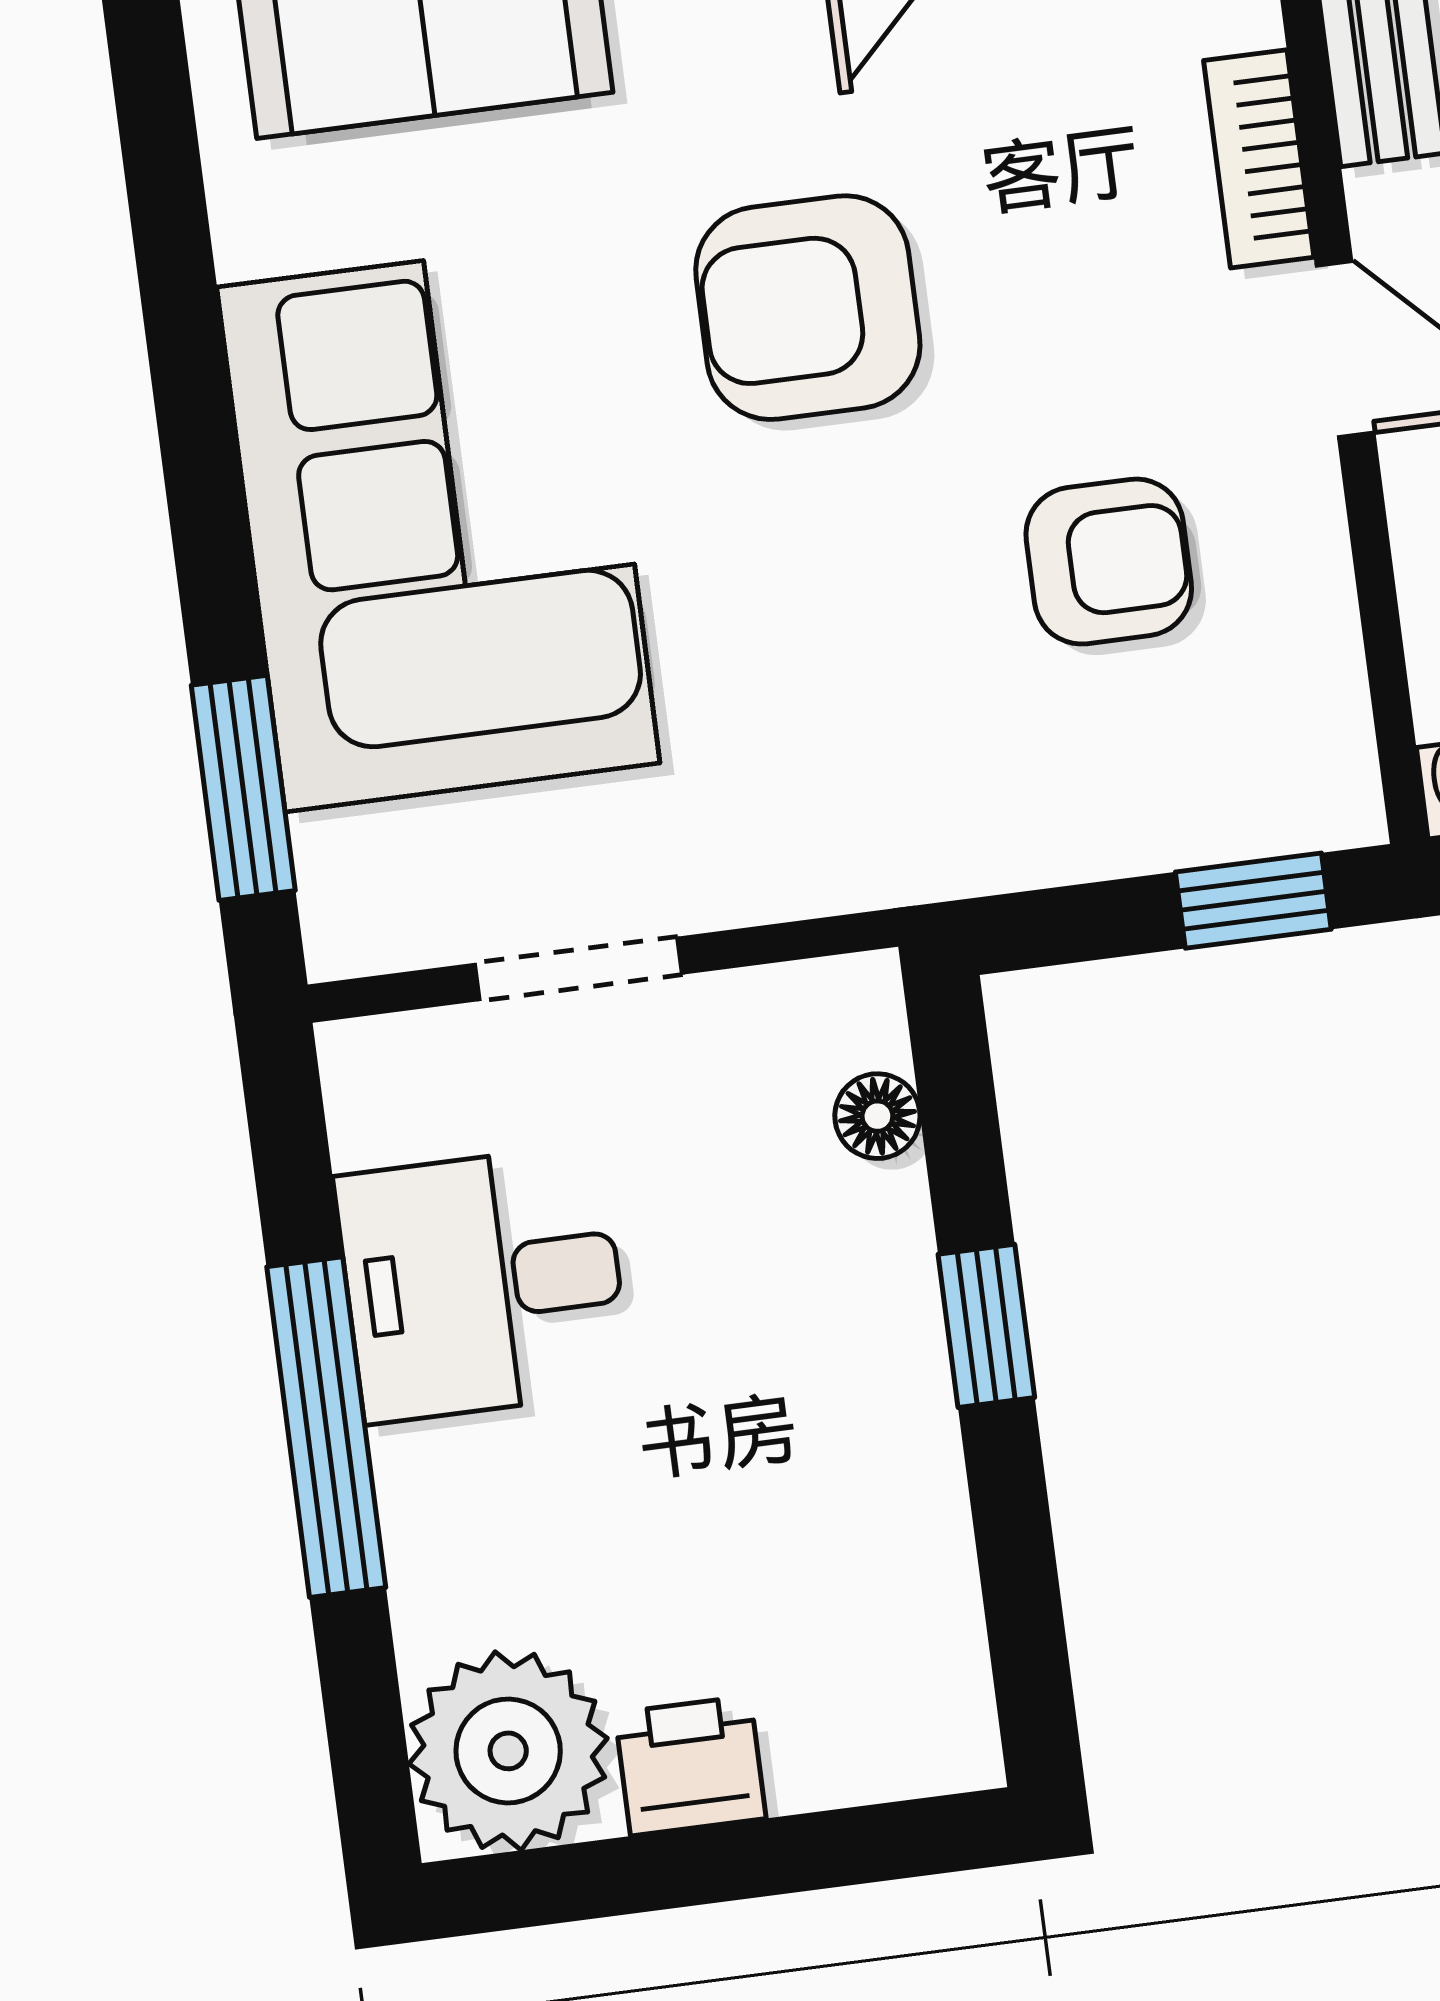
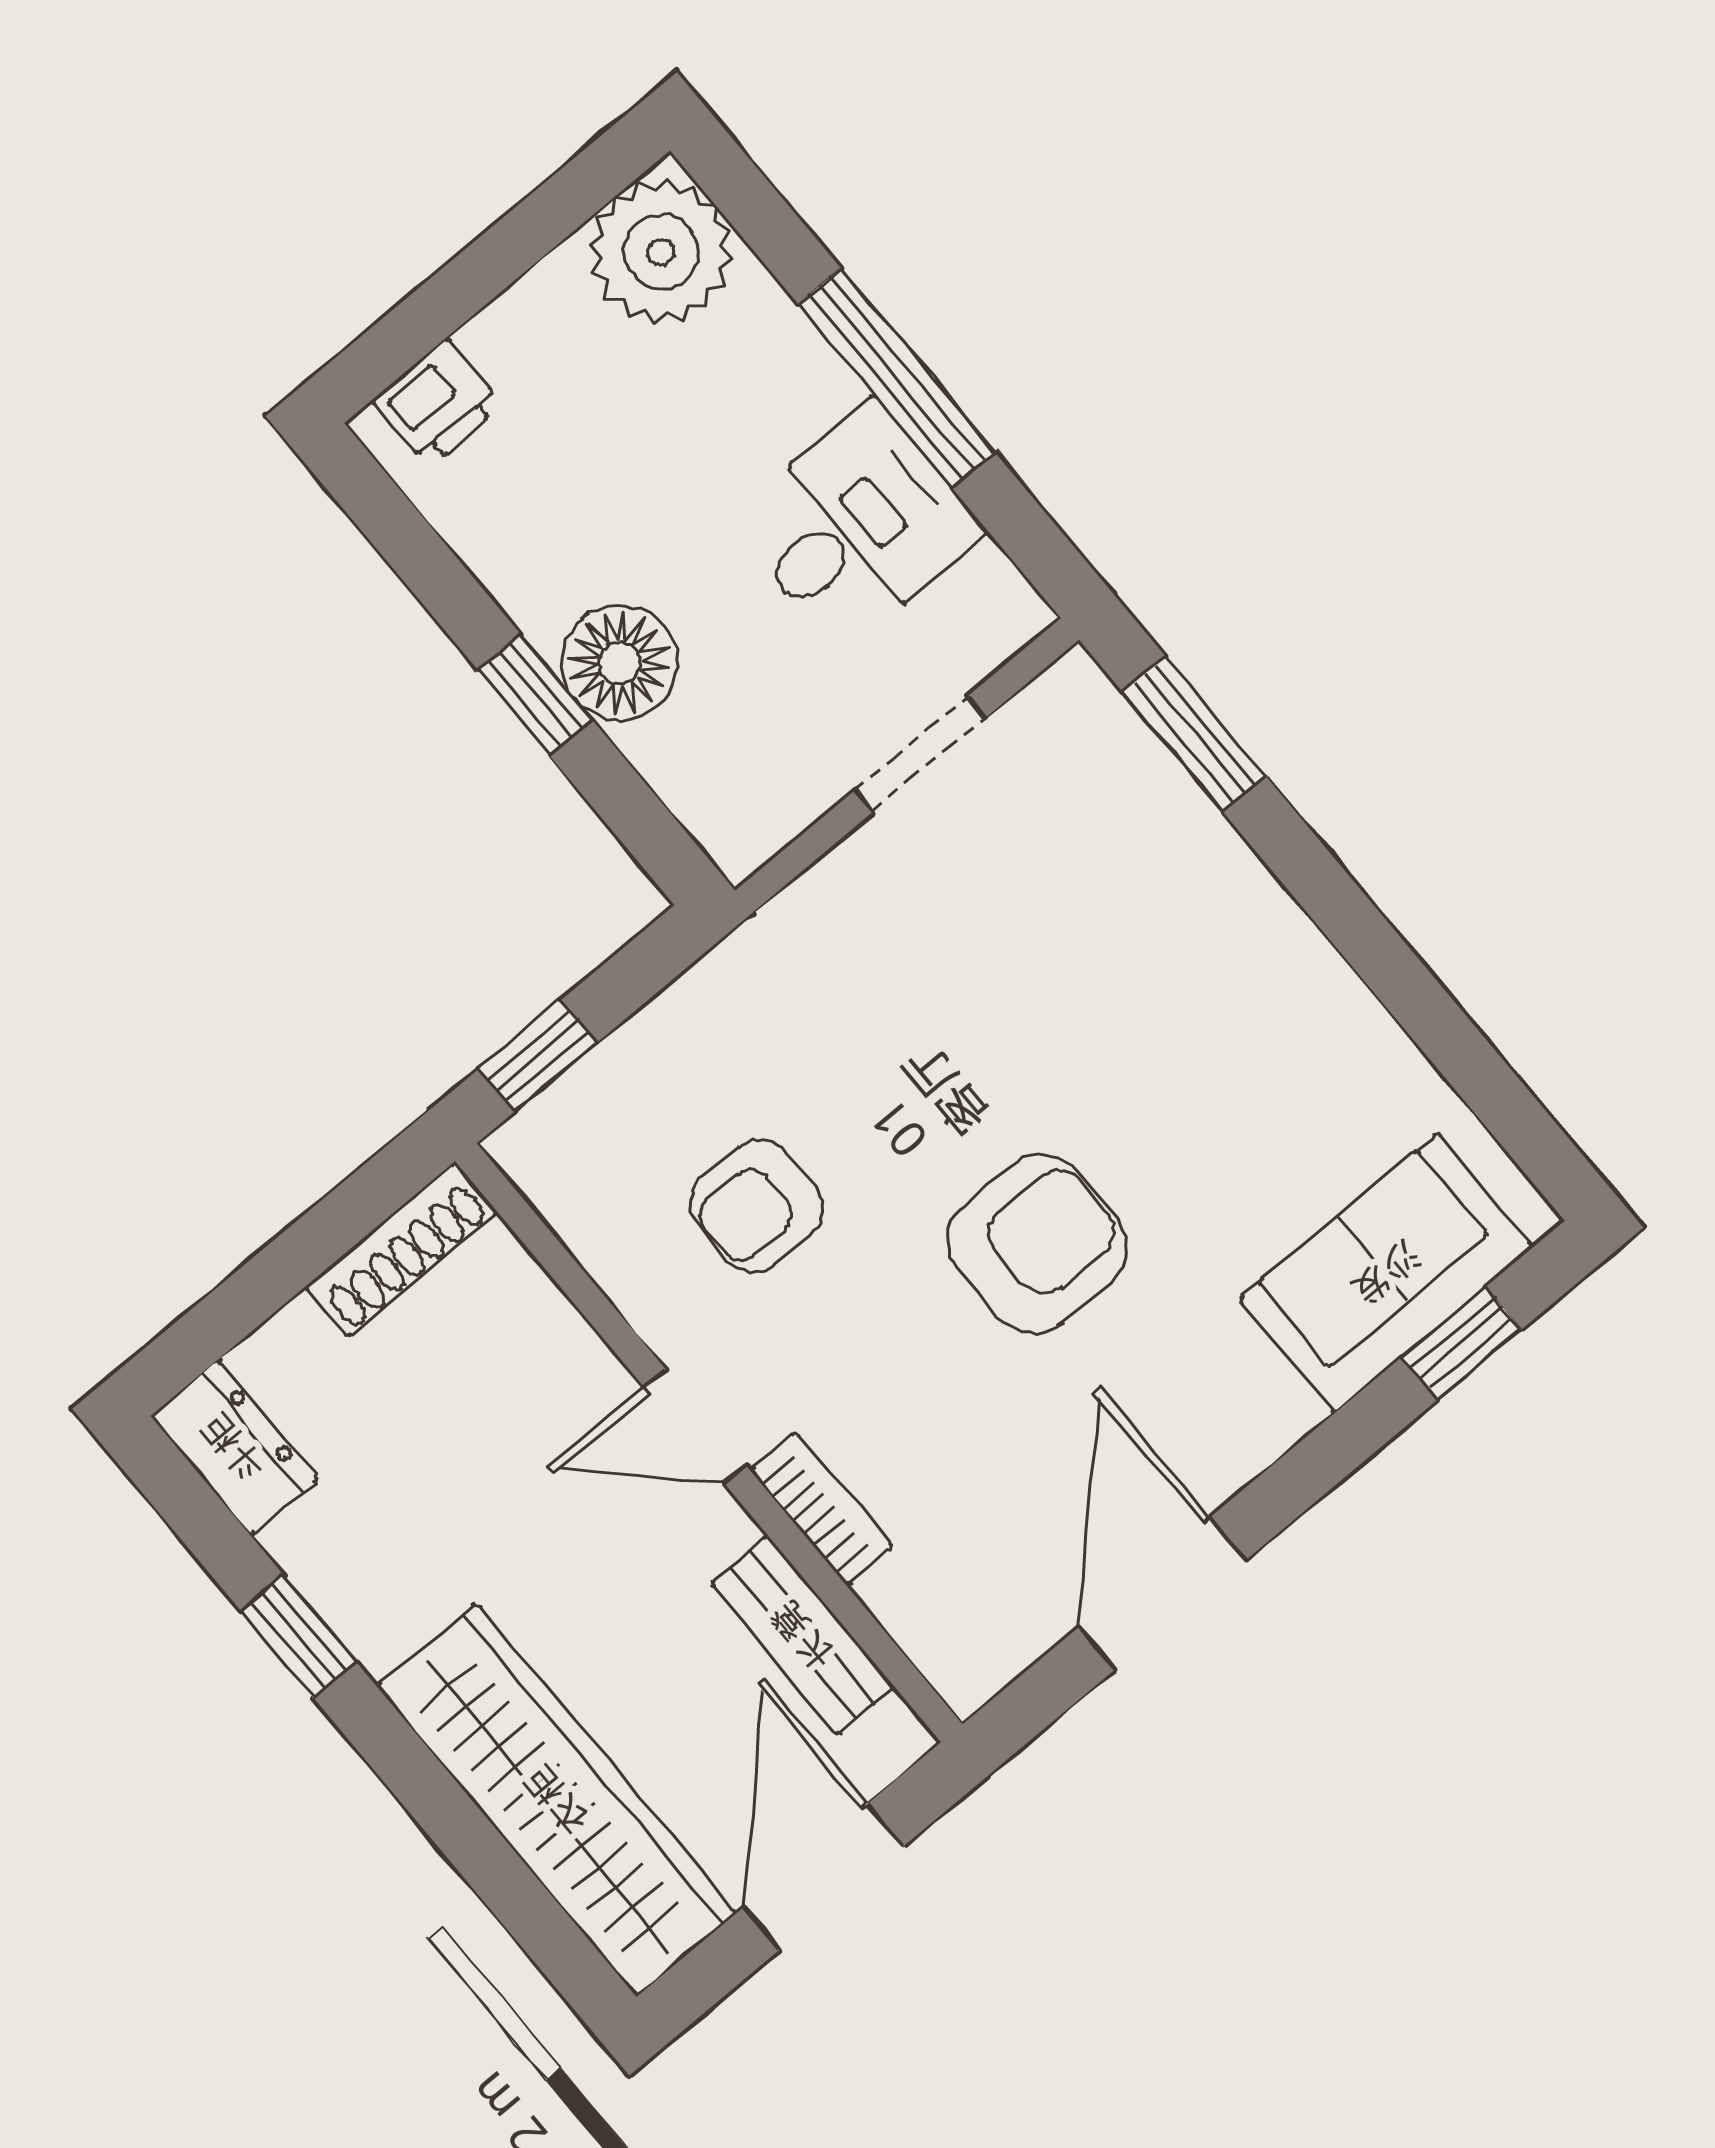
corner sofa: (438, 525) -> (1177, 969), removed
floor lamp: (877, 1116) -> (620, 663), moved, width x1.89, depth x1.89
printer: (690, 1766) -> (438, 403), moved

